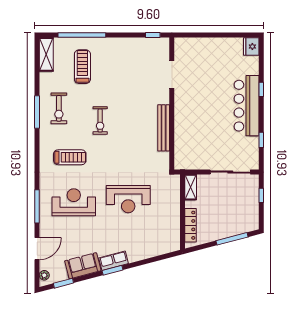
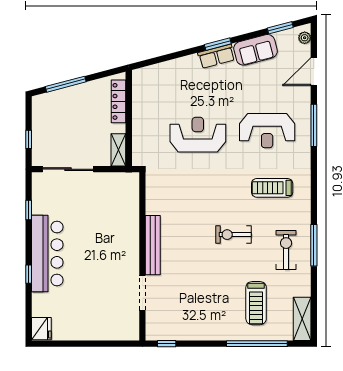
exercise bike: (100, 121) -> (234, 235), turned -90
bench: (164, 128) -> (153, 245), moved

